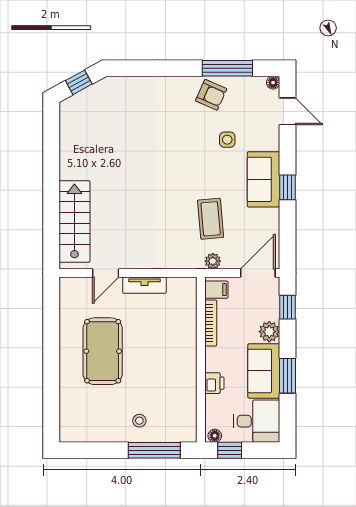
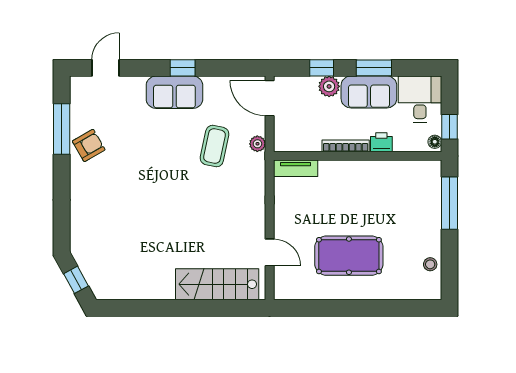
floor lamp: (273, 83) -> (76, 83), removed
armchair: (211, 95) -> (89, 145), turned 36
side table: (227, 140) -> (134, 129), removed
coffee table: (211, 219) -> (215, 146), turned -73
tv unit: (144, 285) -> (296, 168), moved, turned 90
filing cabinet: (216, 290) -> (286, 140), removed
window: (287, 307) -> (322, 68), moved
bookcase: (211, 323) -> (346, 146), moved
stool: (139, 421) -> (430, 264), moved

